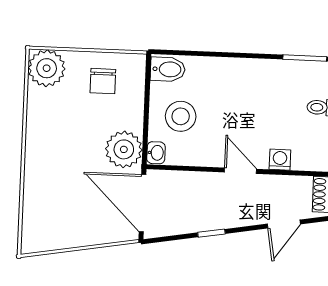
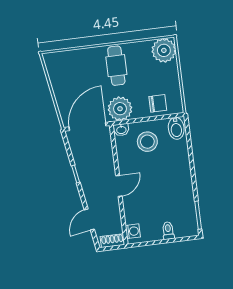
chair: (103, 81) -> (158, 103), moved, turned 180
cafe table: (58, 144) -> (116, 66), added
washing machine: (280, 160) -> (133, 231), moved
door: (284, 224) -> (89, 219), hinge flipped

